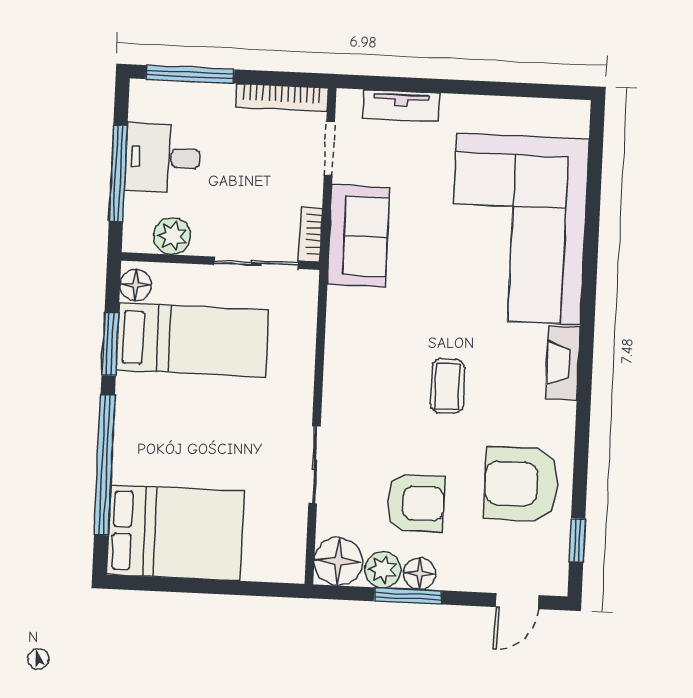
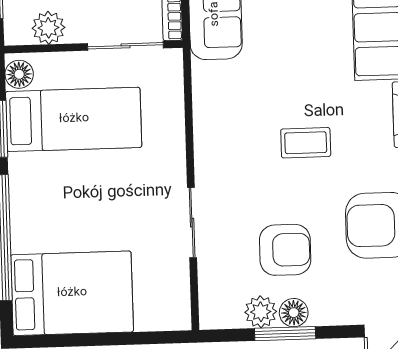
coffee table: (448, 386) -> (306, 143), turned 90
floor lamp: (338, 561) -> (220, 308), removed

